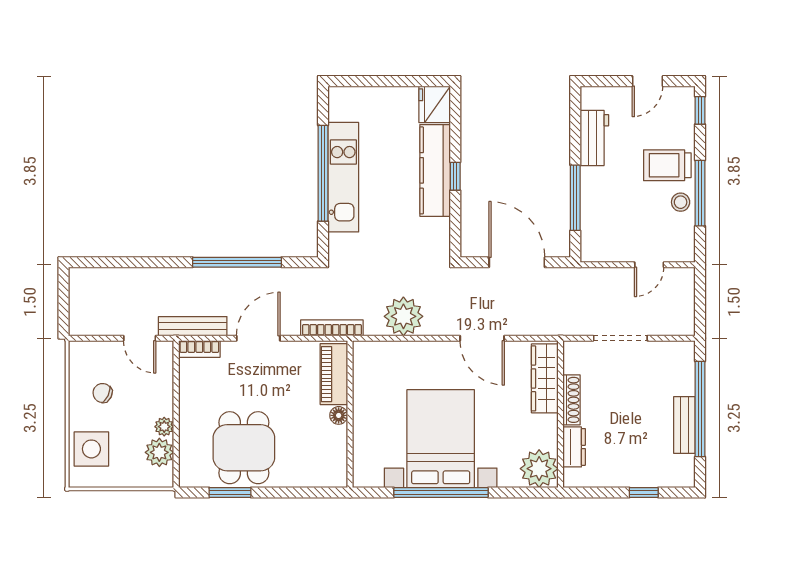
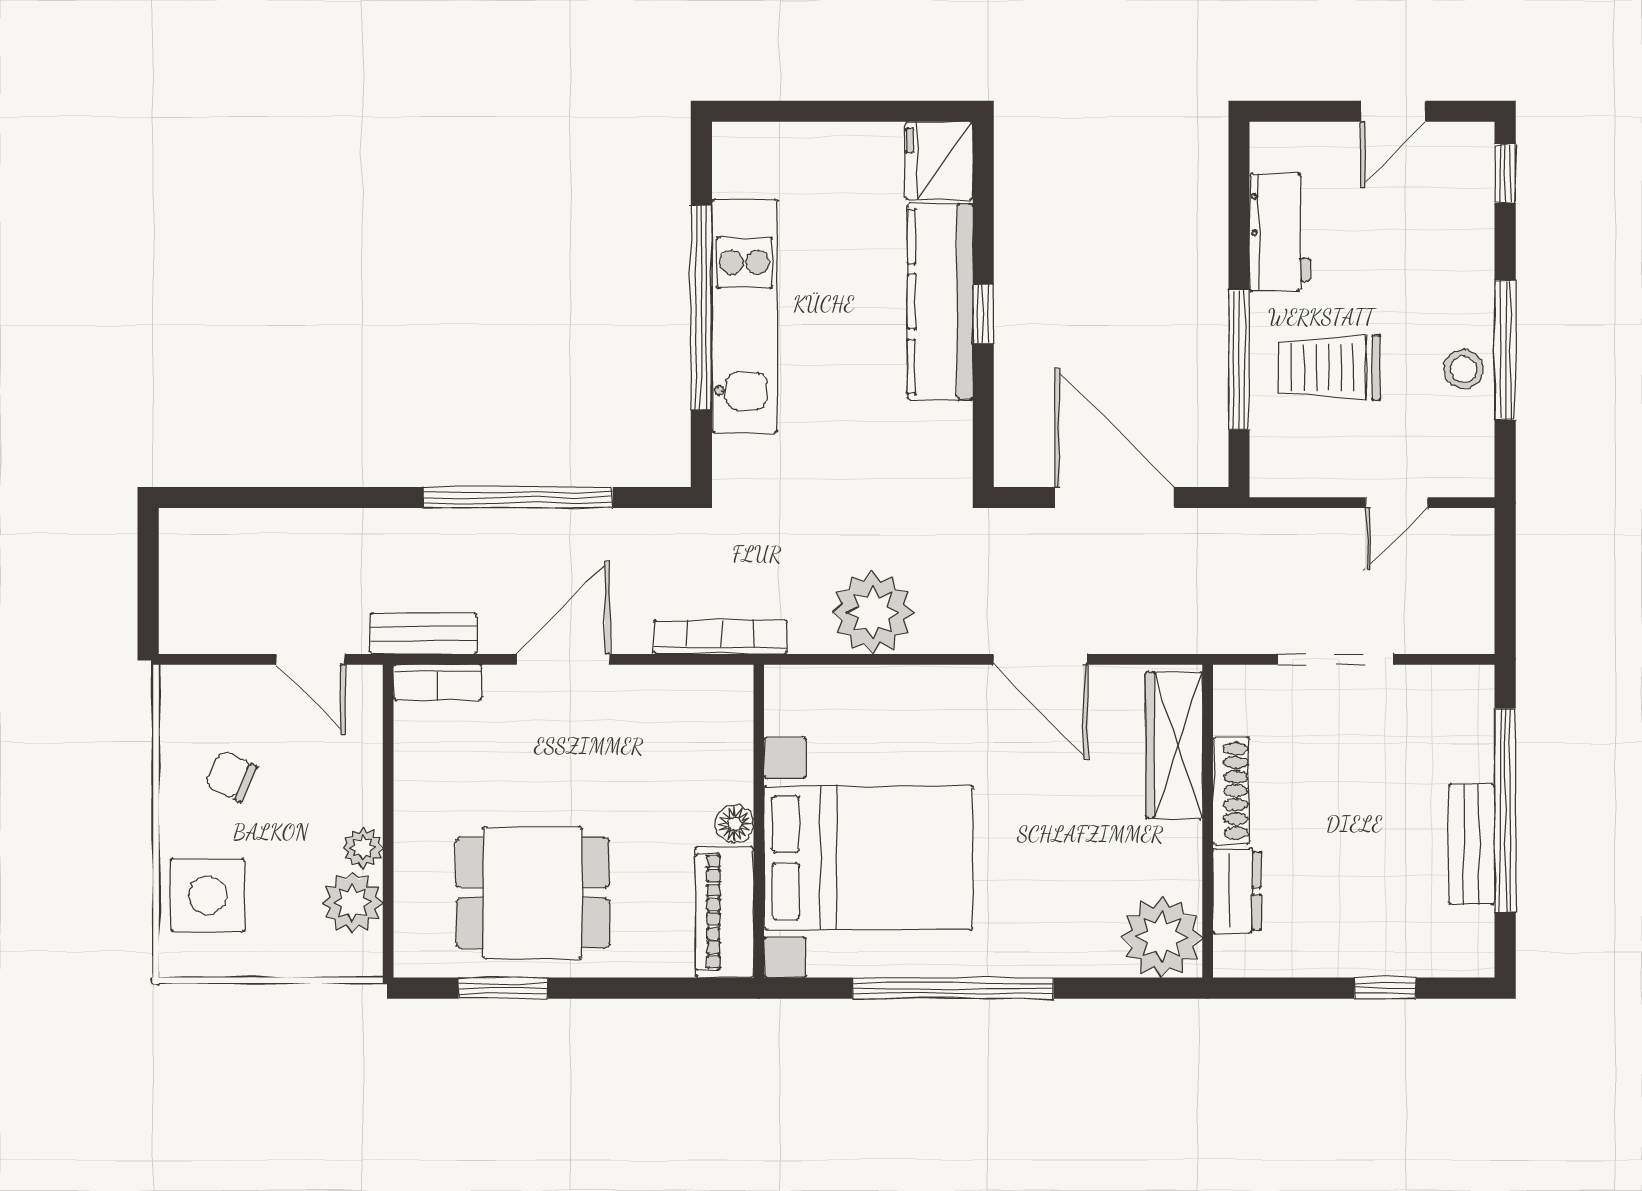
trolley: (667, 165) -> (1329, 368), moved
bench: (193, 326) -> (423, 634), width x0.73
piano: (334, 374) -> (724, 912), moved
bed with nightstands: (441, 439) -> (868, 858), moved, turned 90
dining table: (244, 448) -> (533, 893), turned 90

